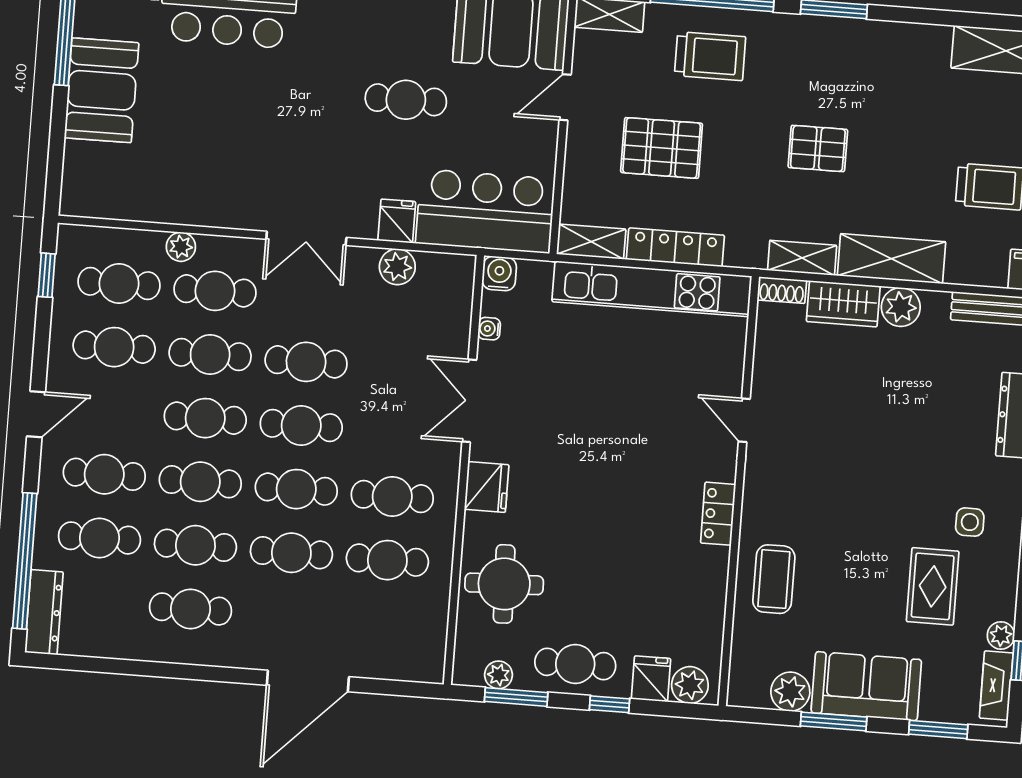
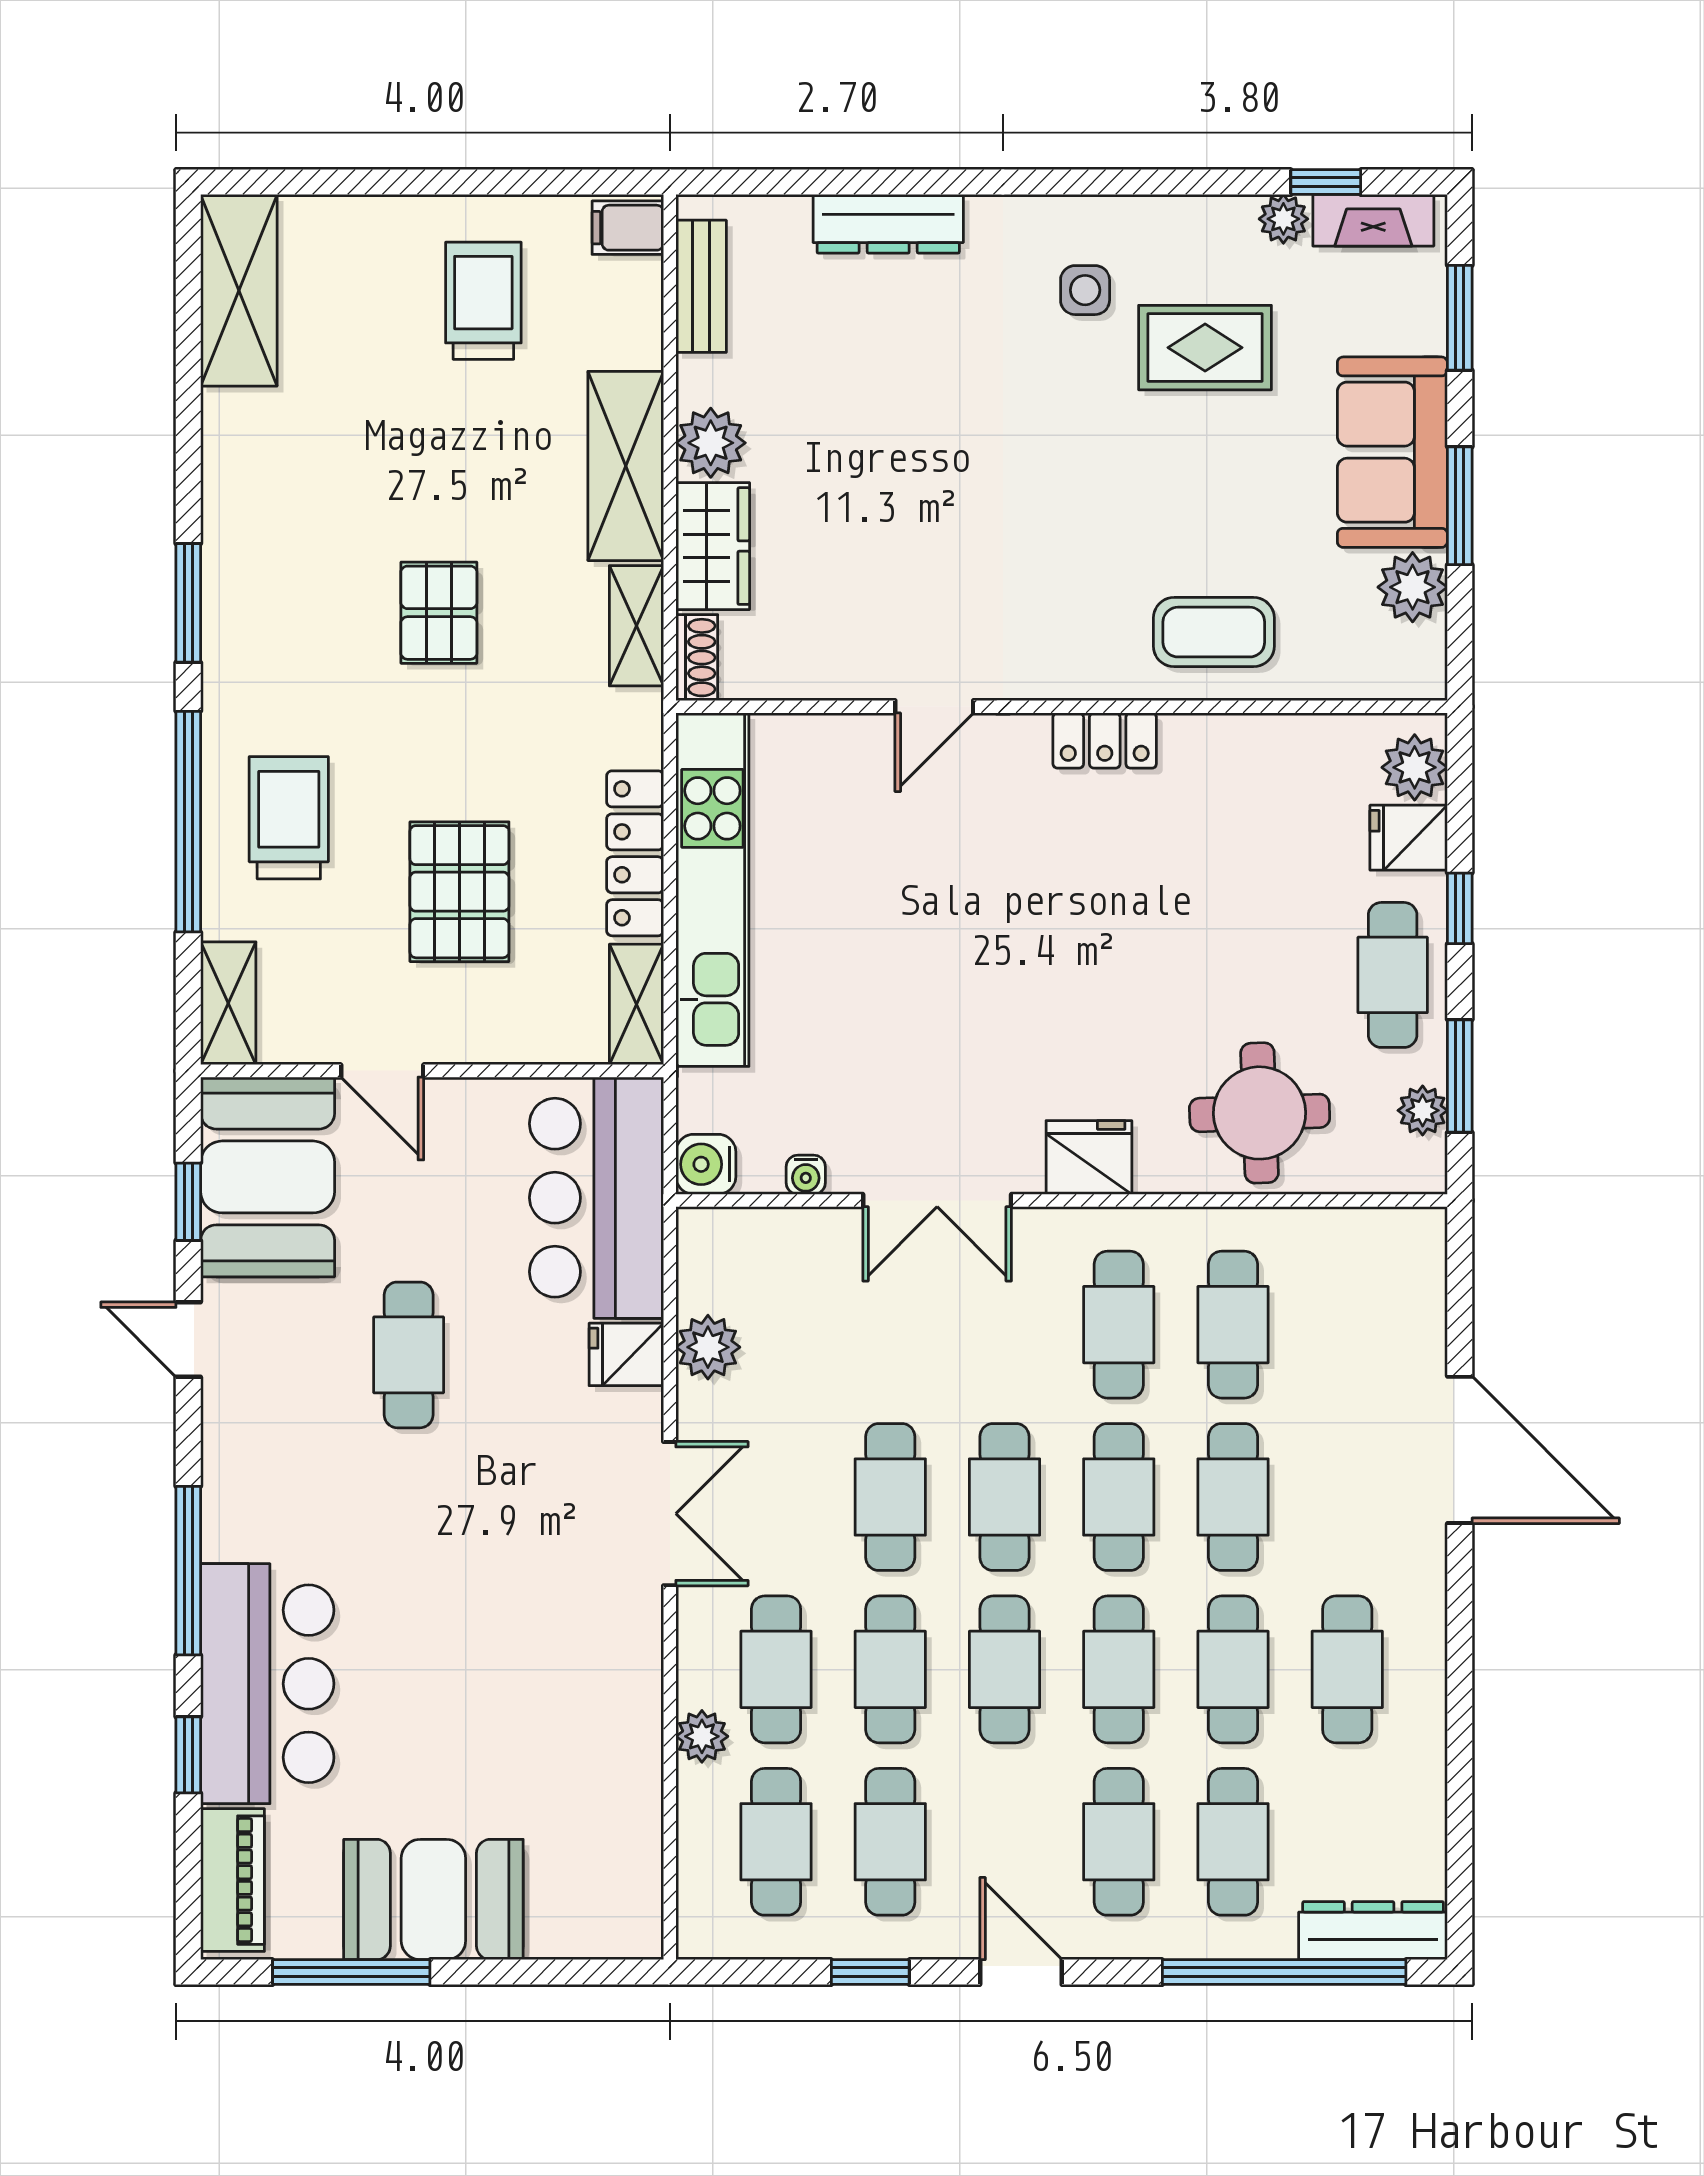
window: (47, 275) -> (870, 1972), moved

